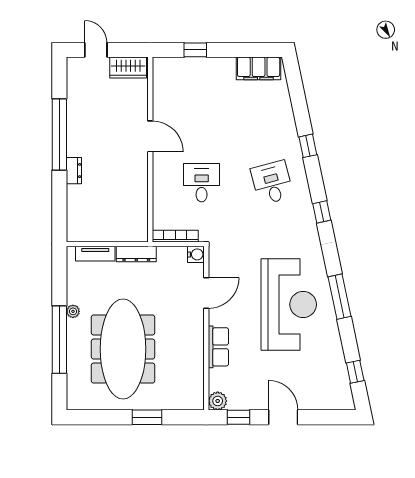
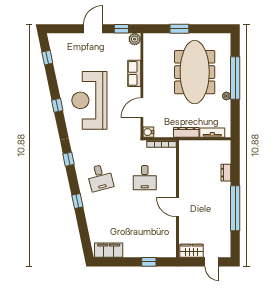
dresser: (74, 171) -> (226, 173), moved
window: (339, 297) -> (57, 105), width x0.46
door: (283, 417) -> (93, 29), swing flipped

